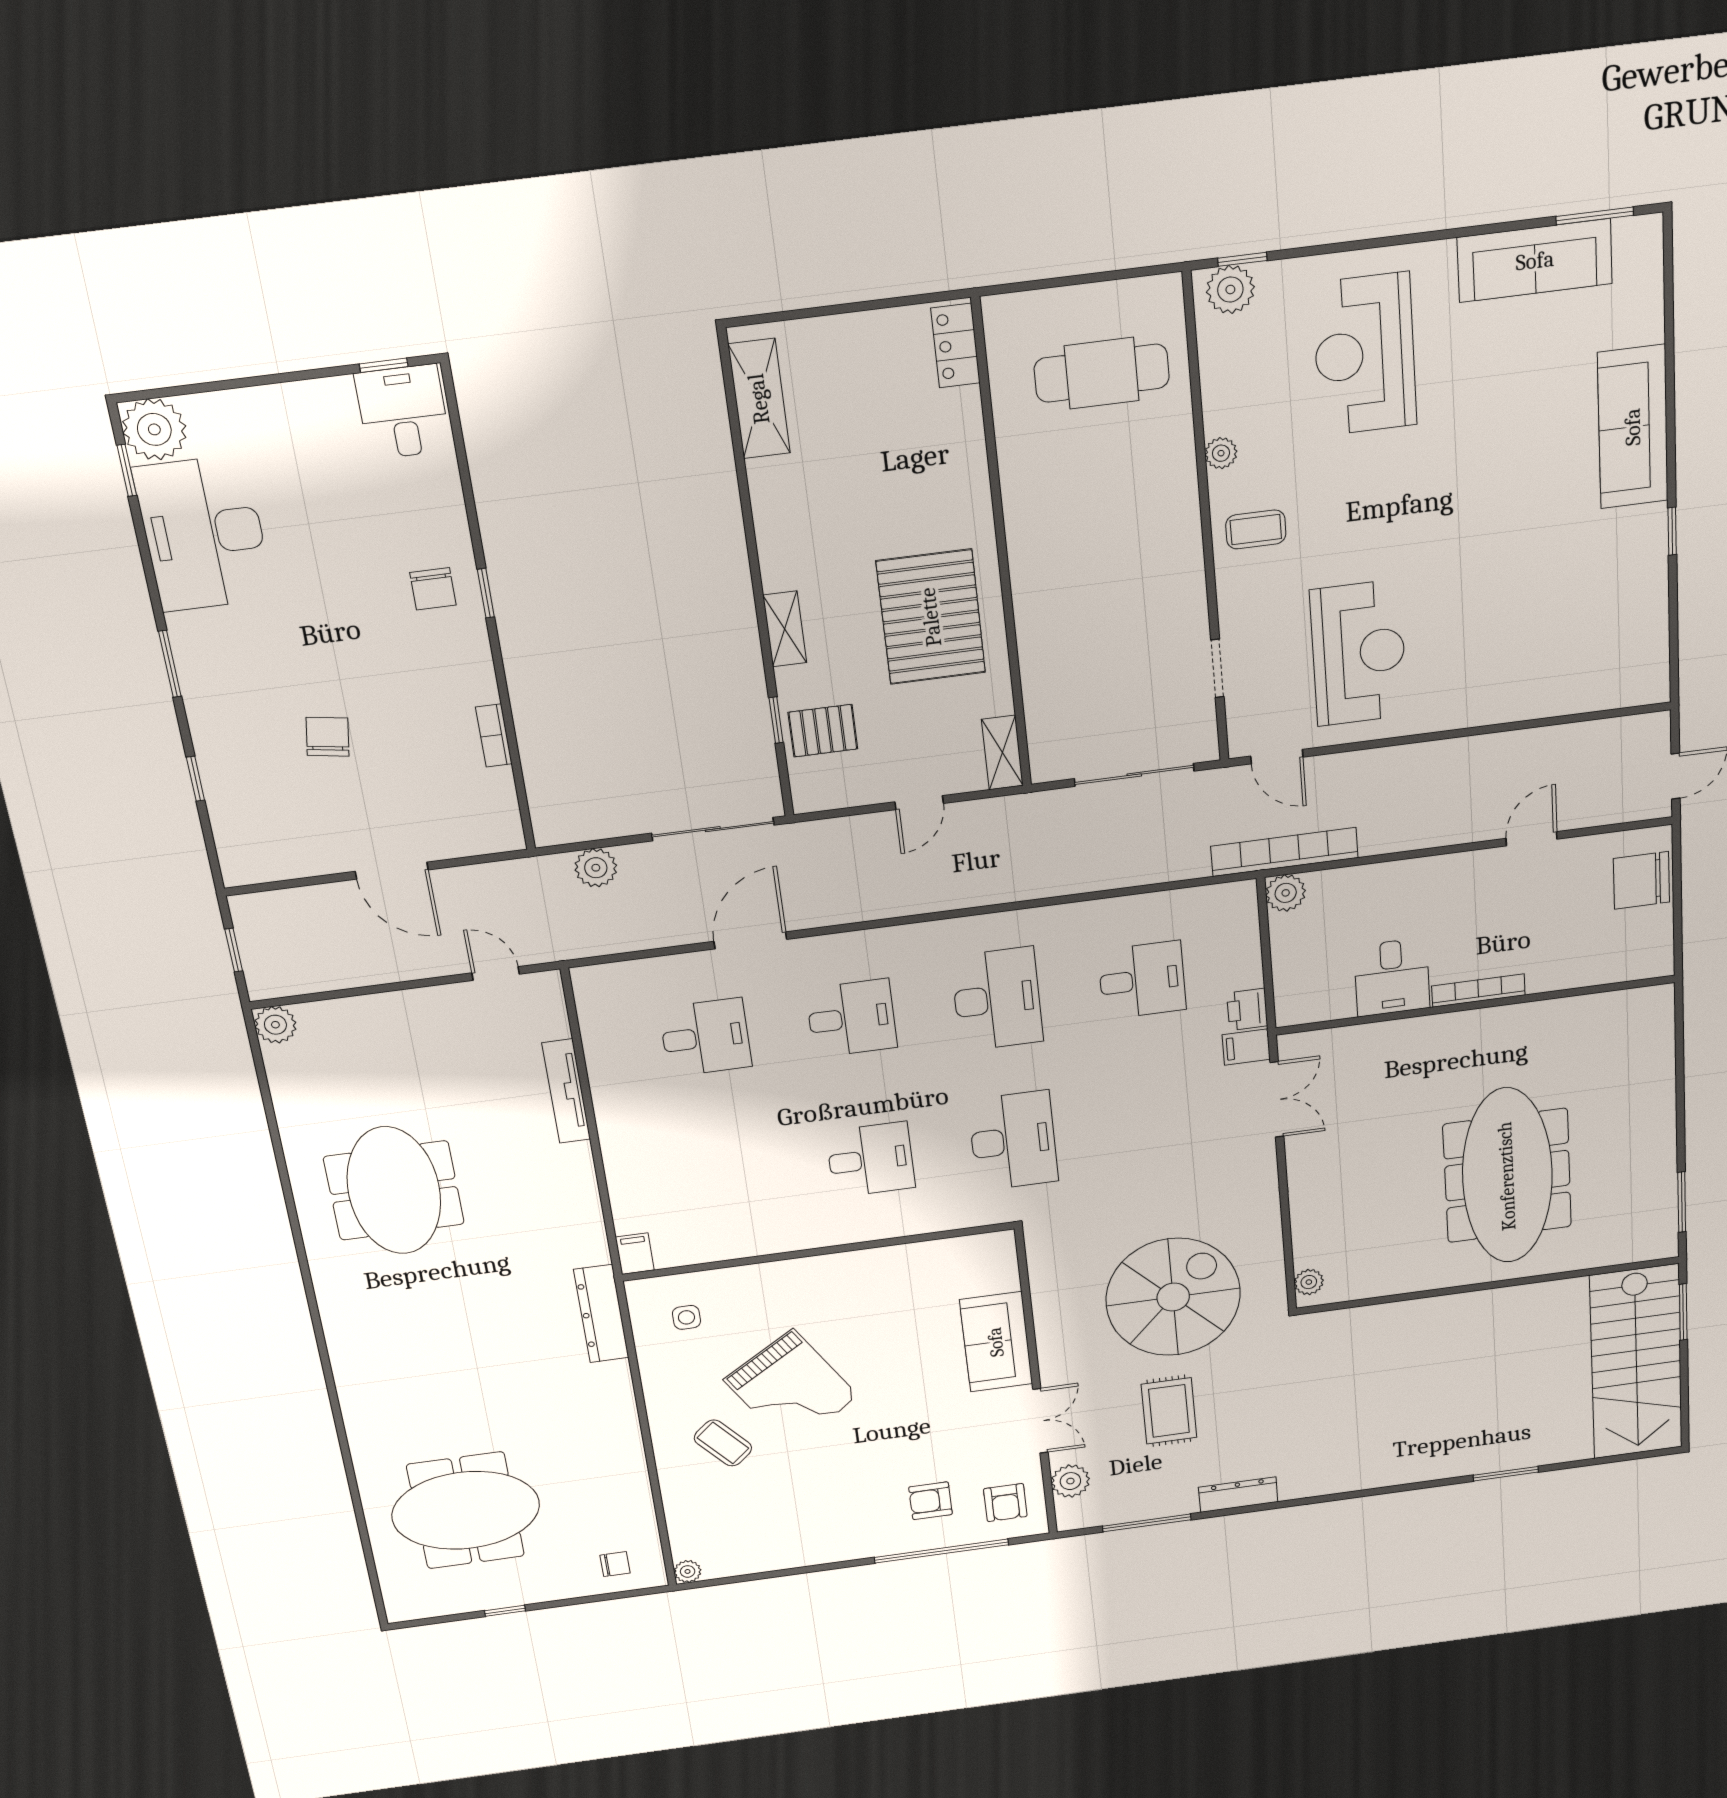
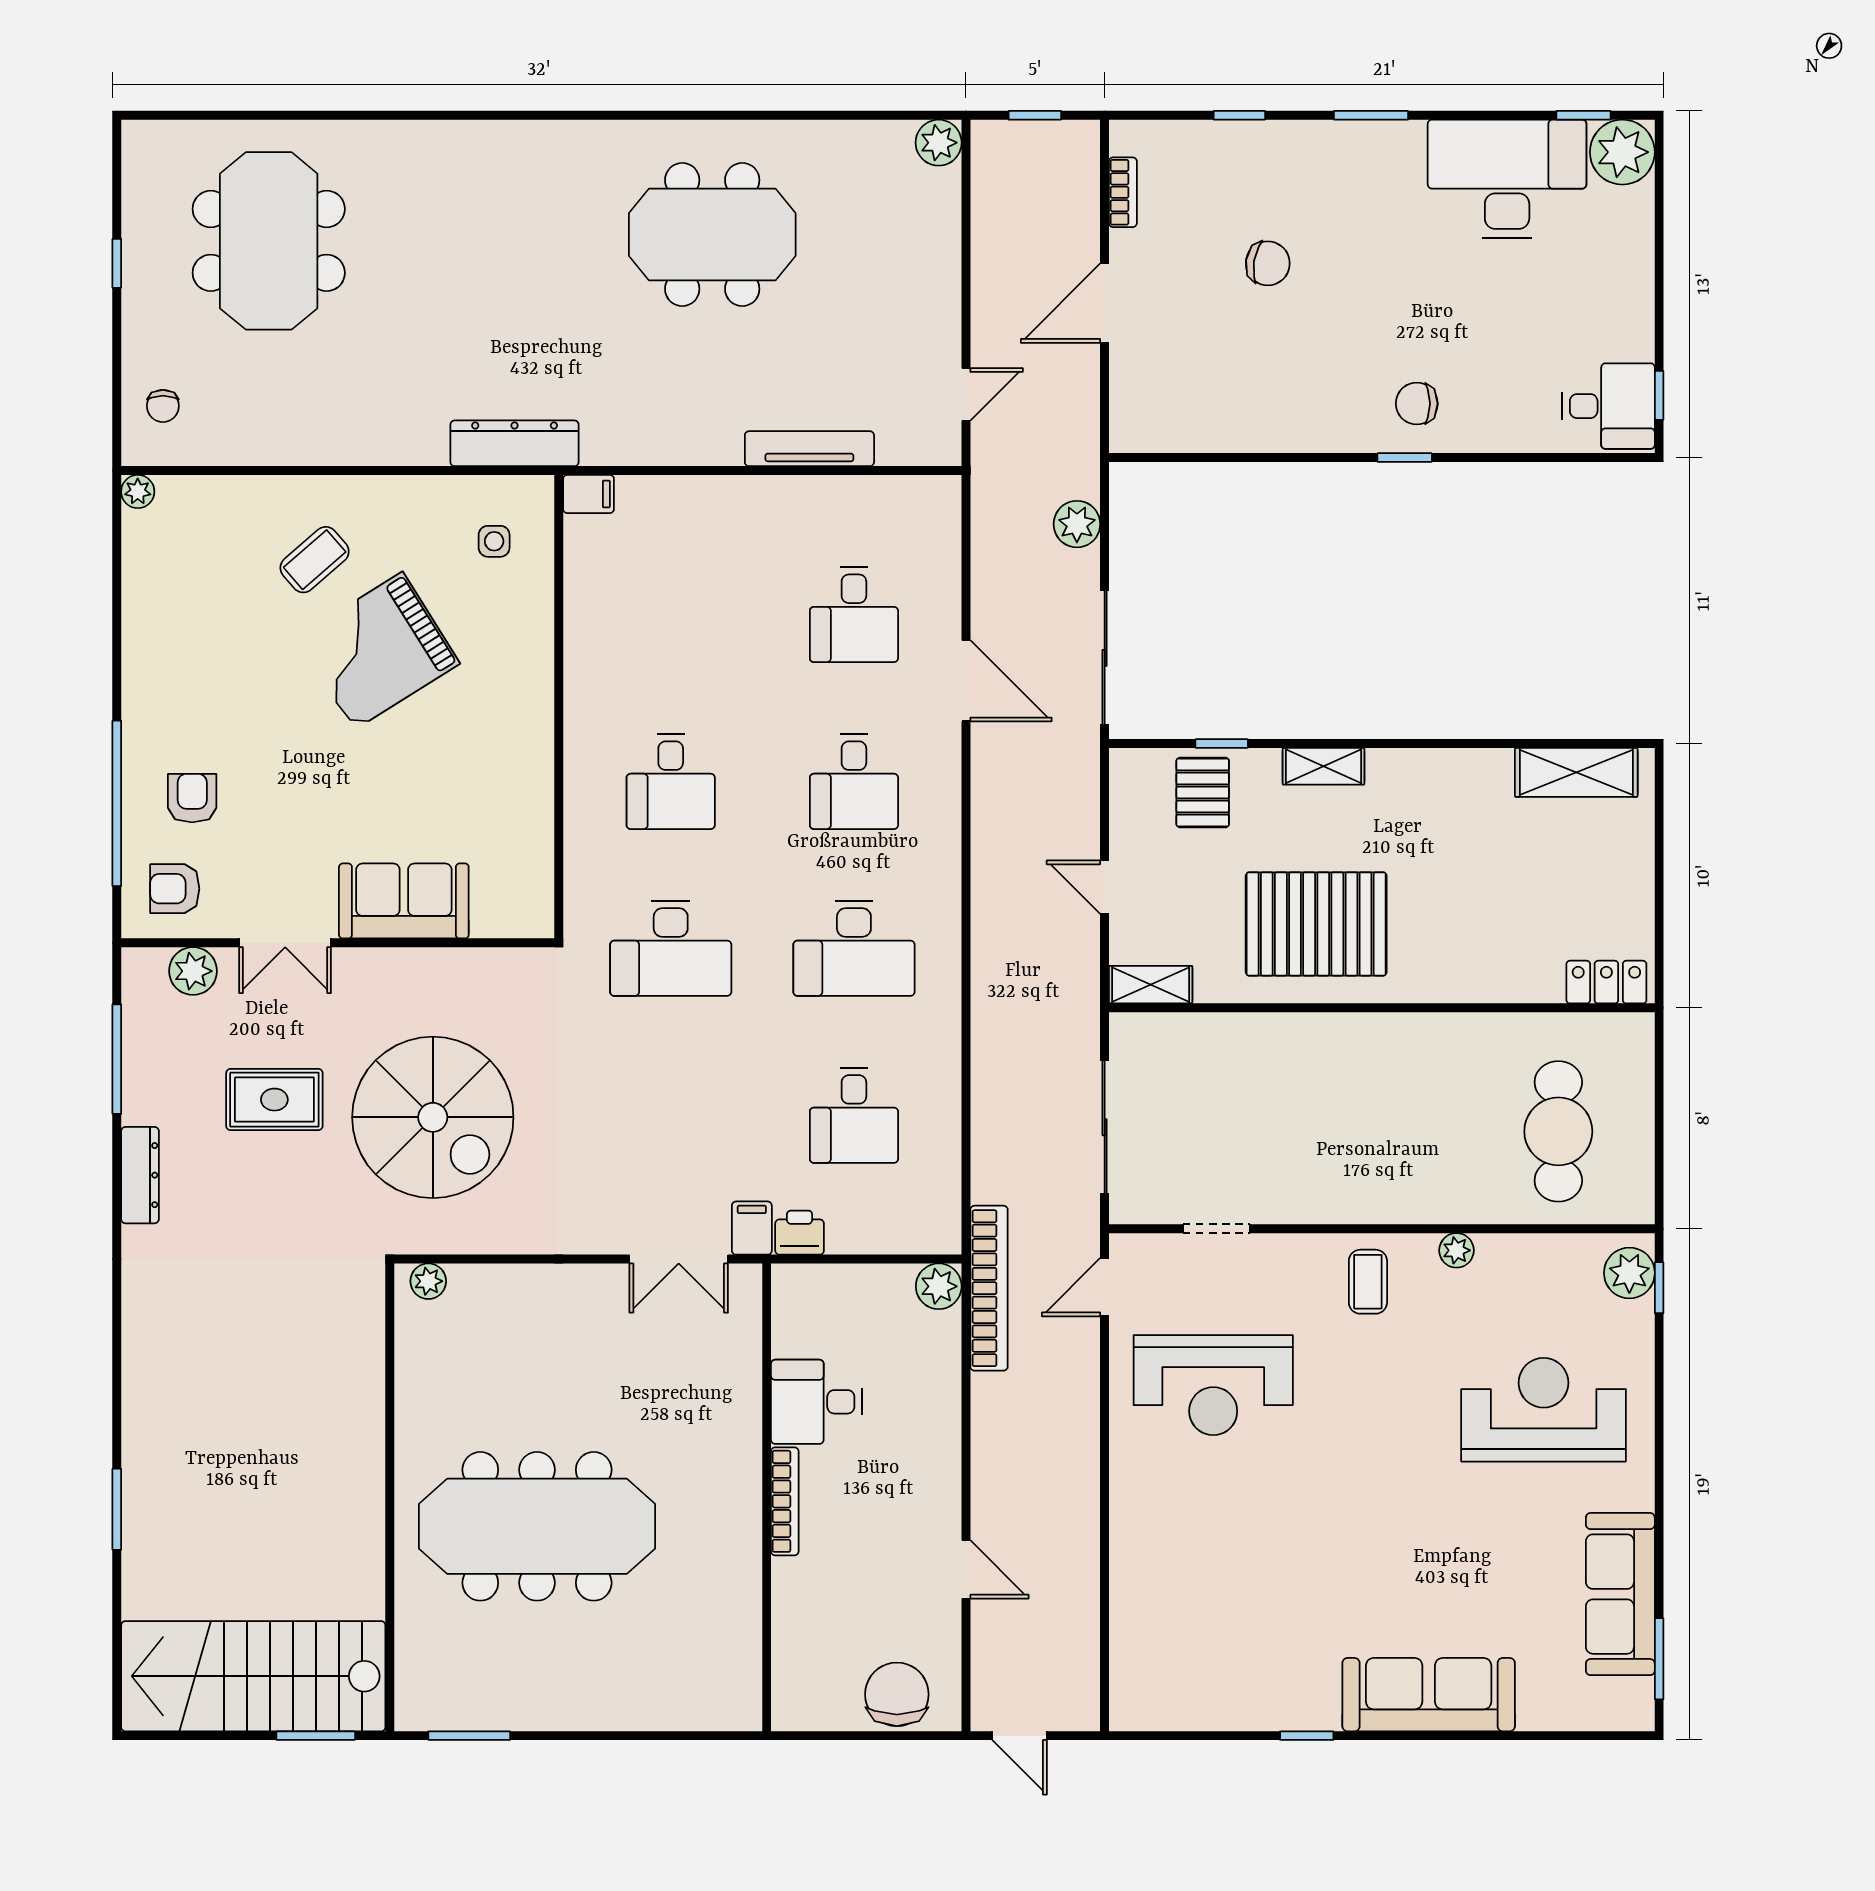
bookcase: (494, 736) -> (1123, 192), moved, turned 90

